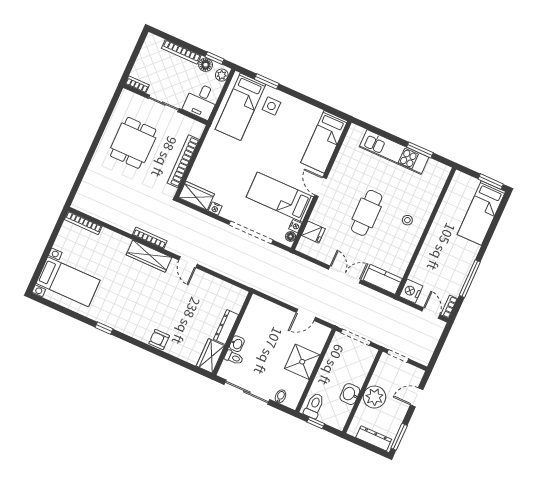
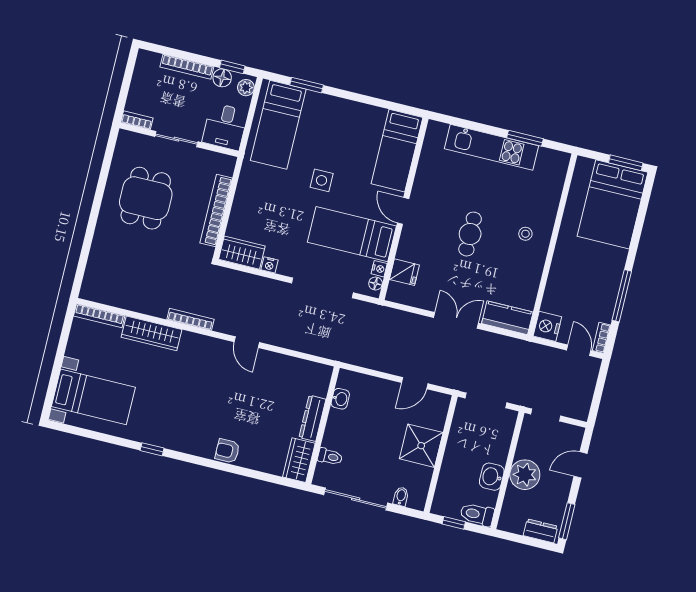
side table: (271, 106) -> (322, 180), moved
cafe table: (367, 213) -> (470, 234), width x0.73, depth x0.74
bed: (481, 213) -> (613, 204), width x1.50
wardrobe: (149, 256) -> (151, 333), moved
washbasin: (237, 344) -> (340, 399), moved
toilet: (314, 406) -> (477, 514), moved, turned -90
dresser: (374, 438) -> (541, 531), width x0.70

